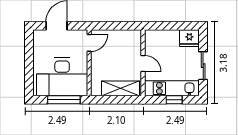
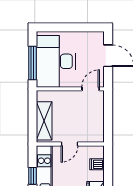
dishwasher: (163, 37) -> (97, 164), added
door: (89, 43) -> (91, 89), swing flipped

